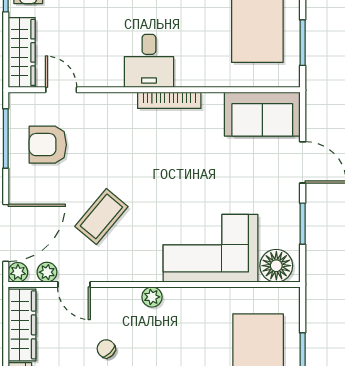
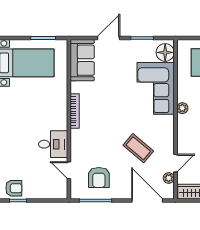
wardrobe: (22, 52) -> (48, 192), removed
desk: (149, 61) -> (53, 144), moved
door: (61, 90) -> (69, 170), hinge flipped
plant: (18, 272) -> (169, 194), removed
plant: (152, 297) -> (182, 108), moved

